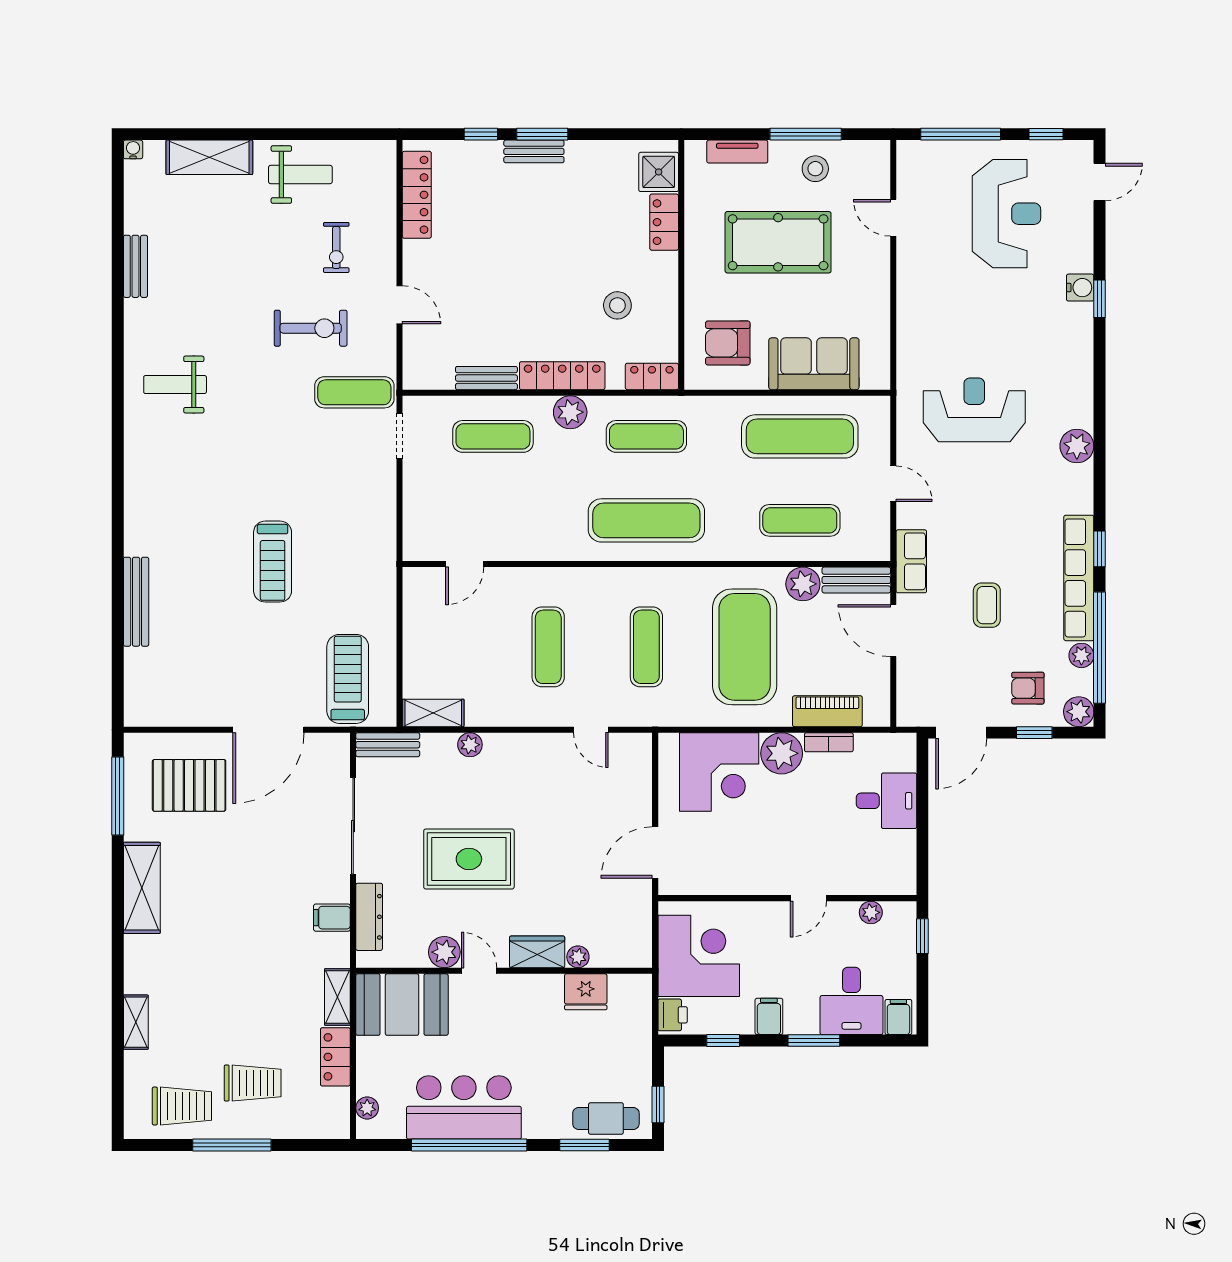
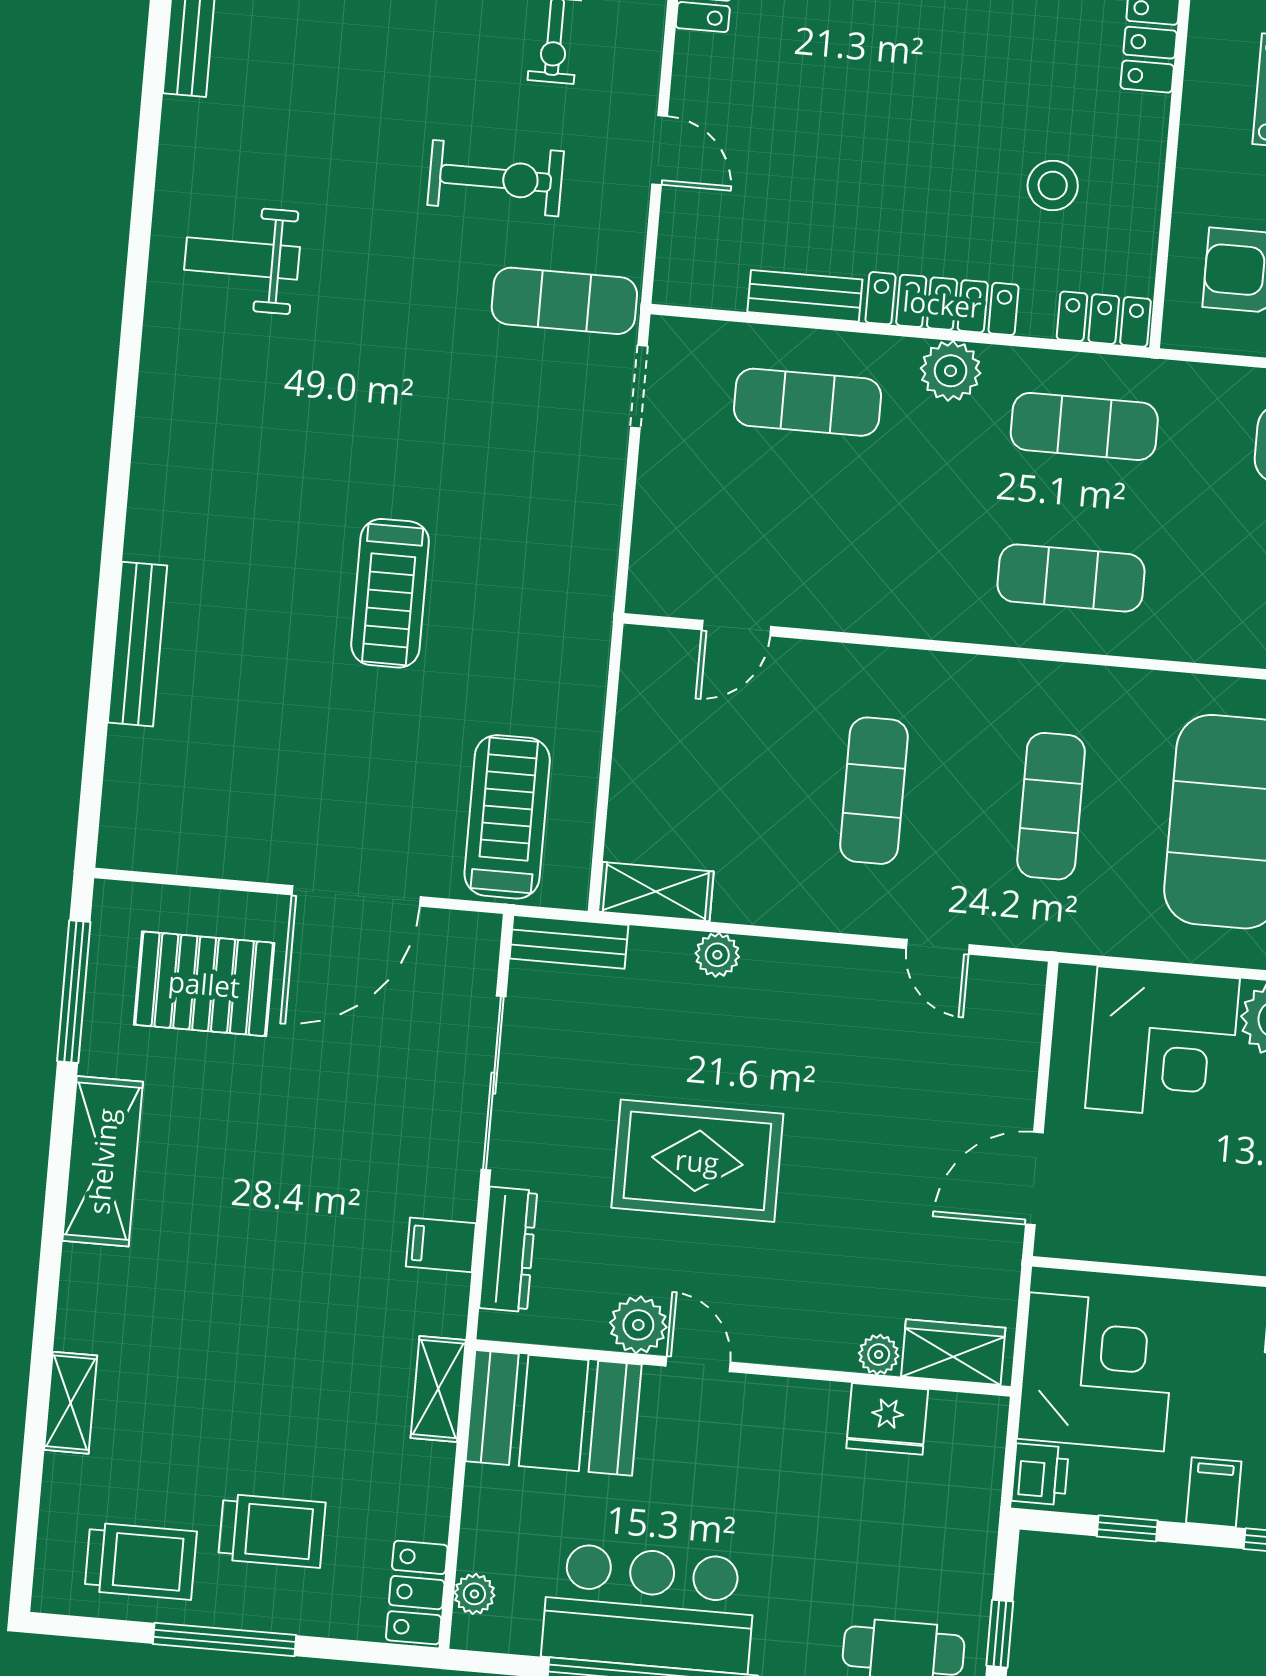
exercise mat: (646, 520) -> (1071, 578), width x0.73, depth x0.69
wardrobe: (537, 952) -> (953, 1352), moved
locker: (335, 1057) -> (417, 1593), moved

